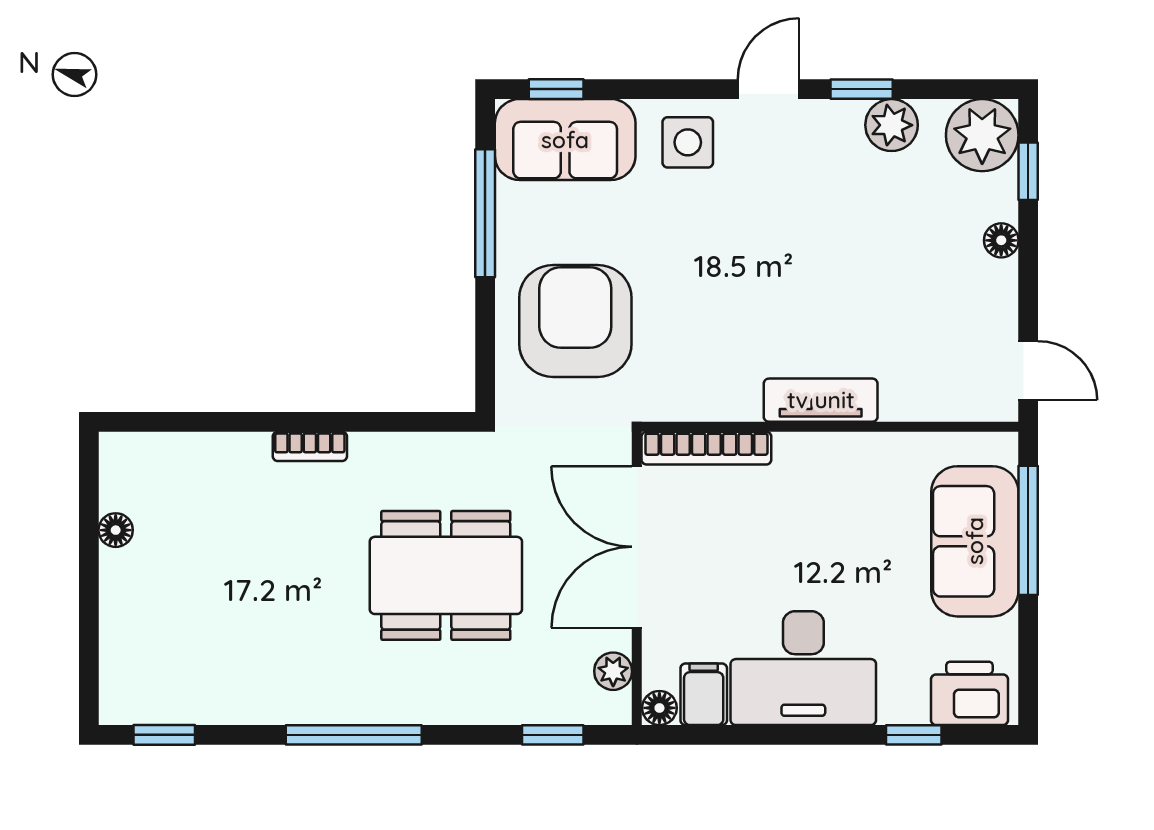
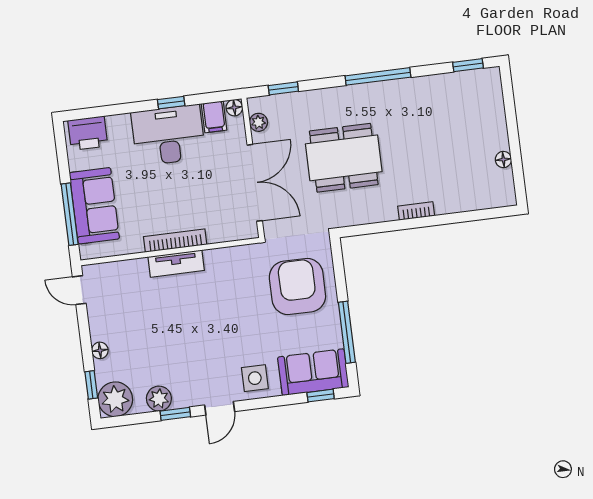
armchair: (575, 321) -> (297, 287), turned 180
bookcase: (706, 448) -> (175, 241), moved
window: (914, 735) -> (171, 103), moved

